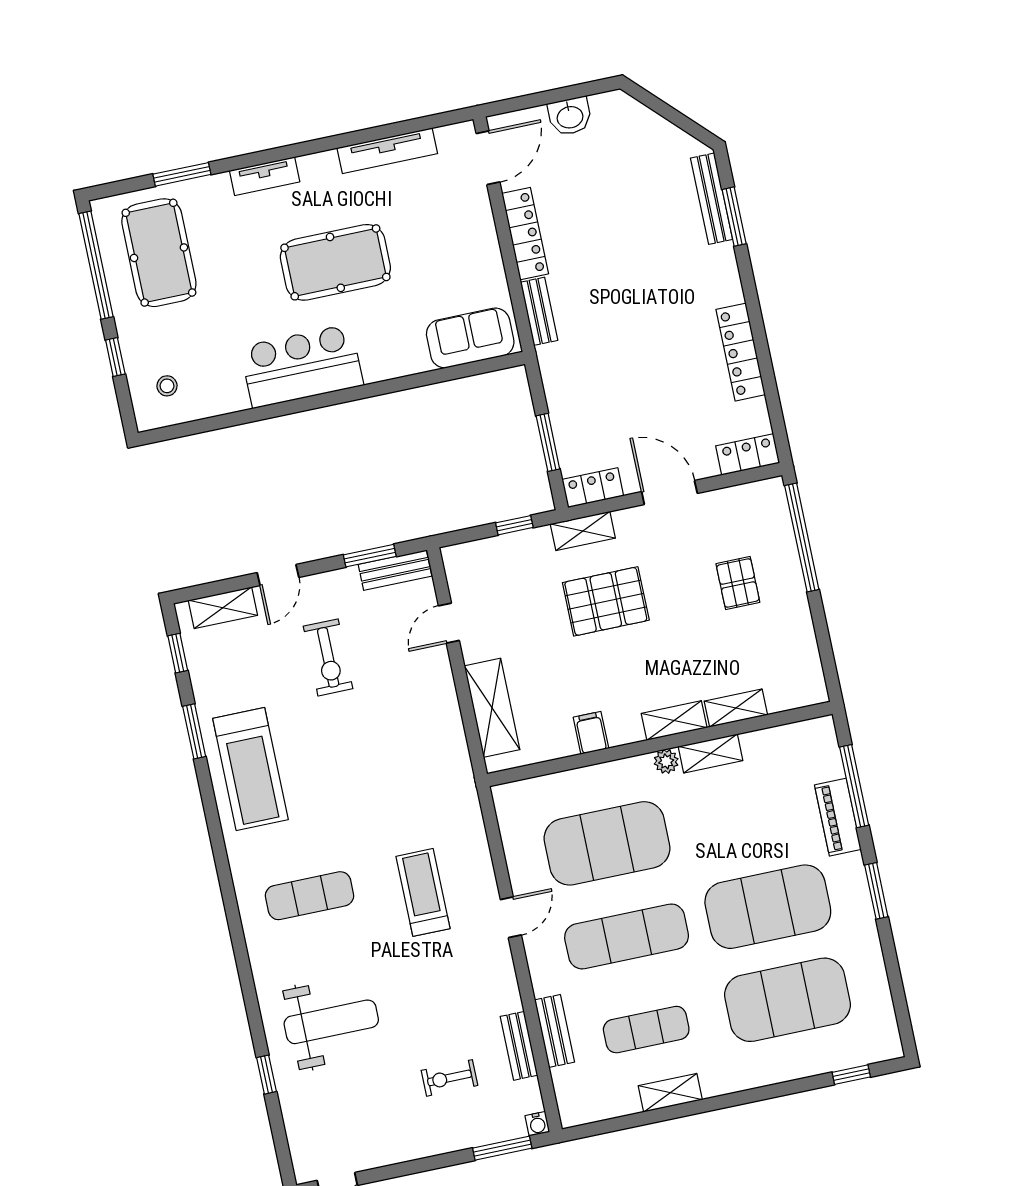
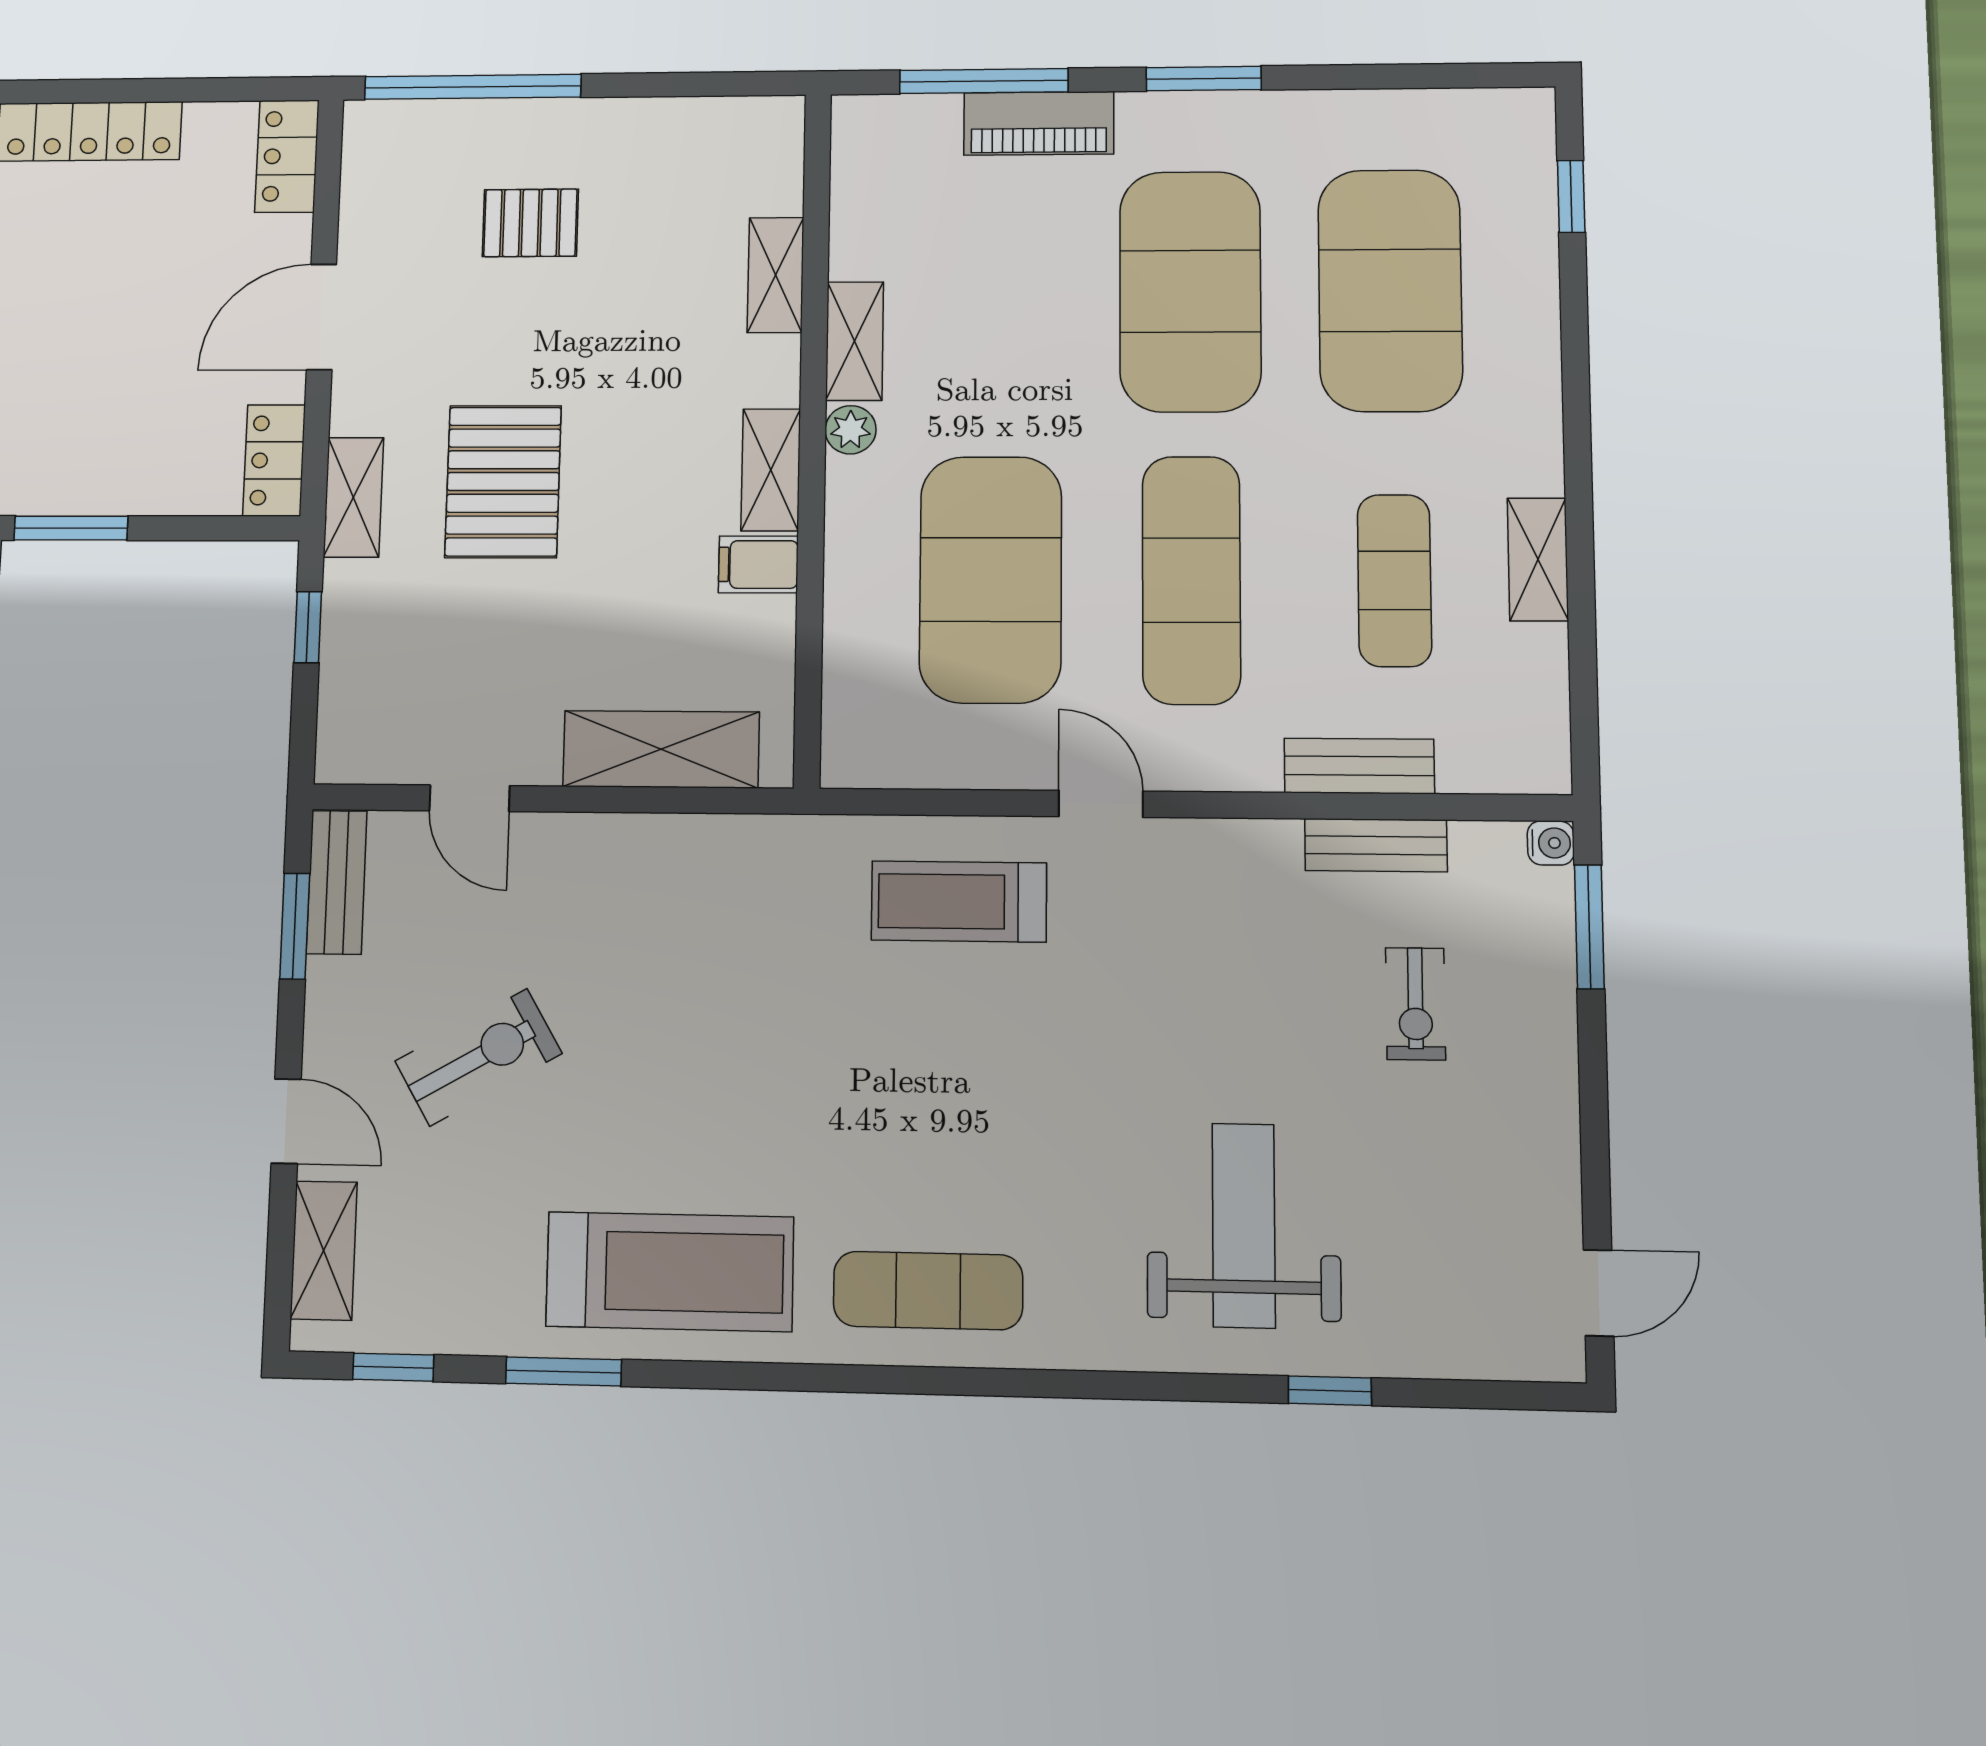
window: (548, 442) -> (71, 528), moved
exercise bike: (328, 657) -> (478, 1057), turned -30
shelving: (674, 721) -> (771, 470), moved
treadmill: (423, 892) -> (959, 902), moved
exercise mat: (310, 896) -> (928, 1291), moved, turned 90

